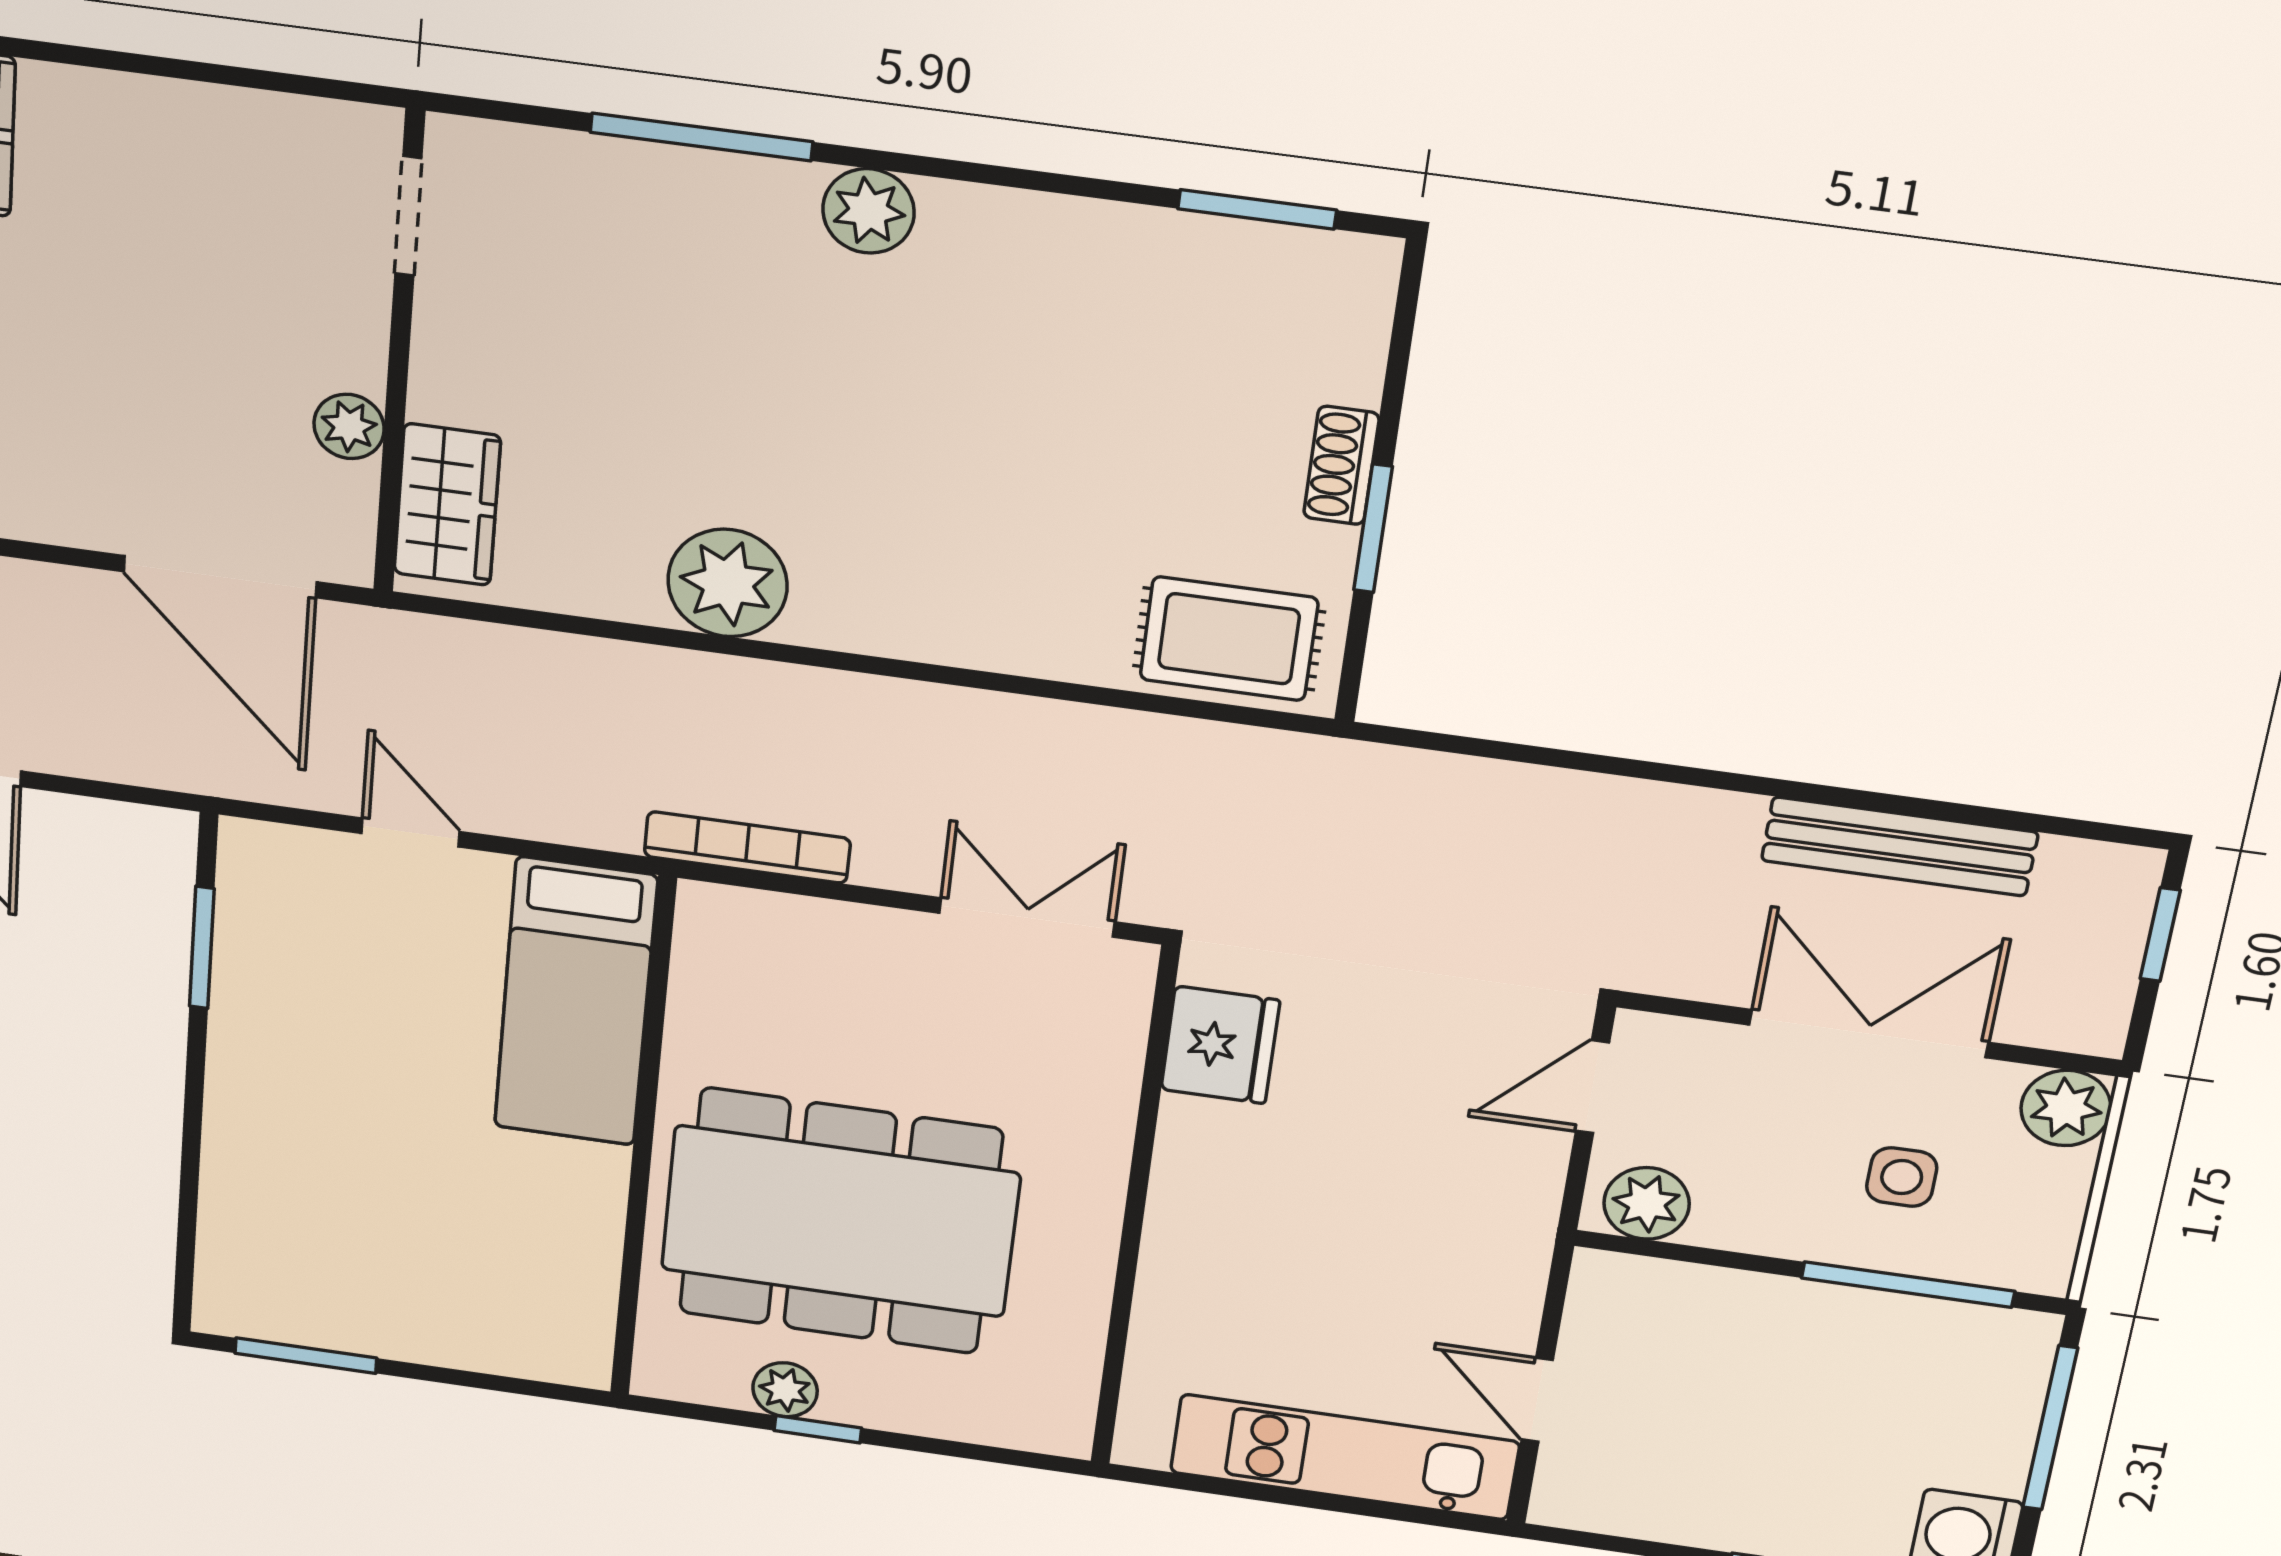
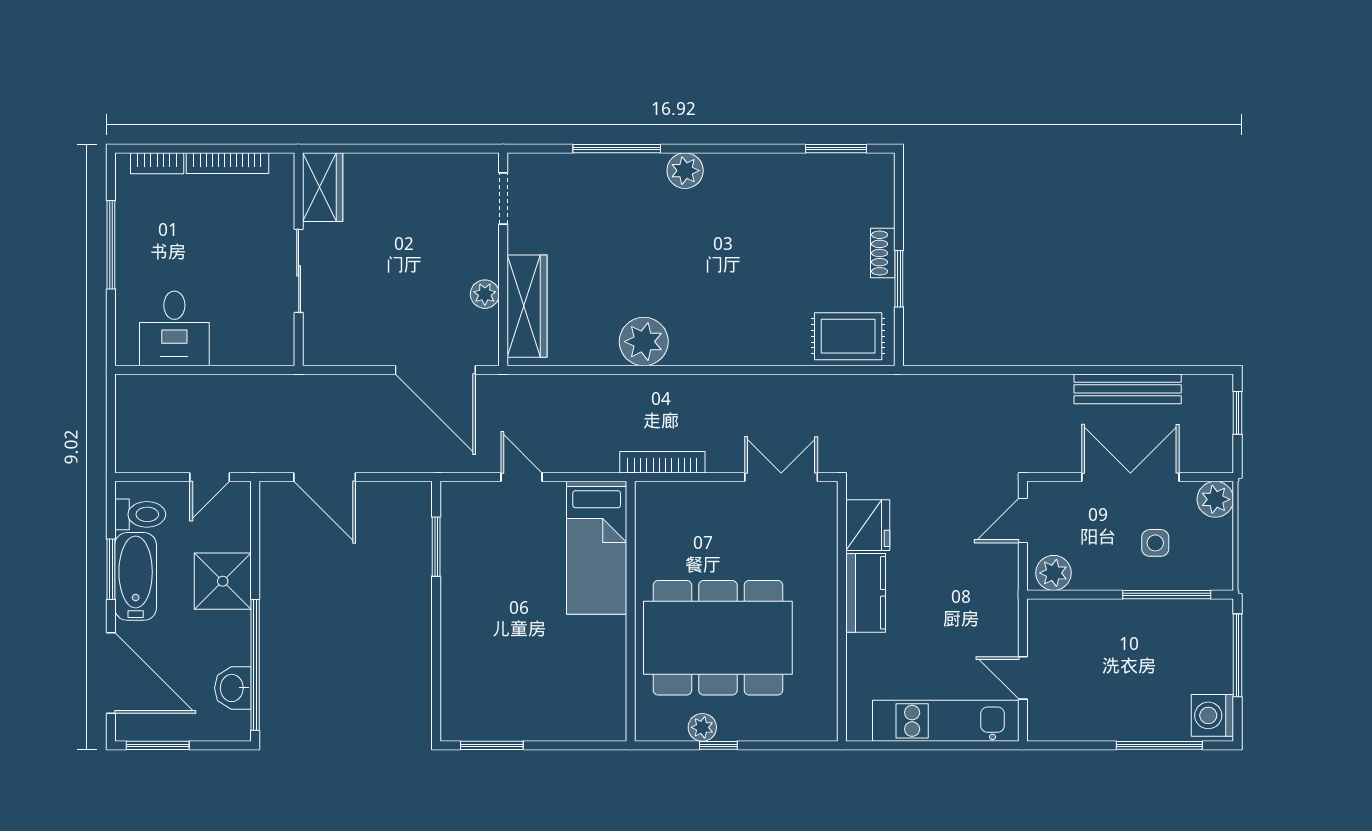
wardrobe: (447, 505) -> (527, 306), width x1.50
kitchen counter: (1196, 1181) -> (866, 593), added

